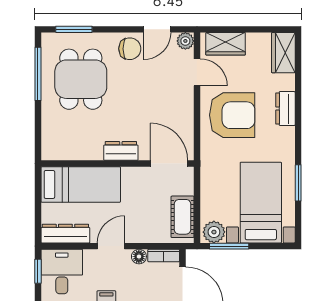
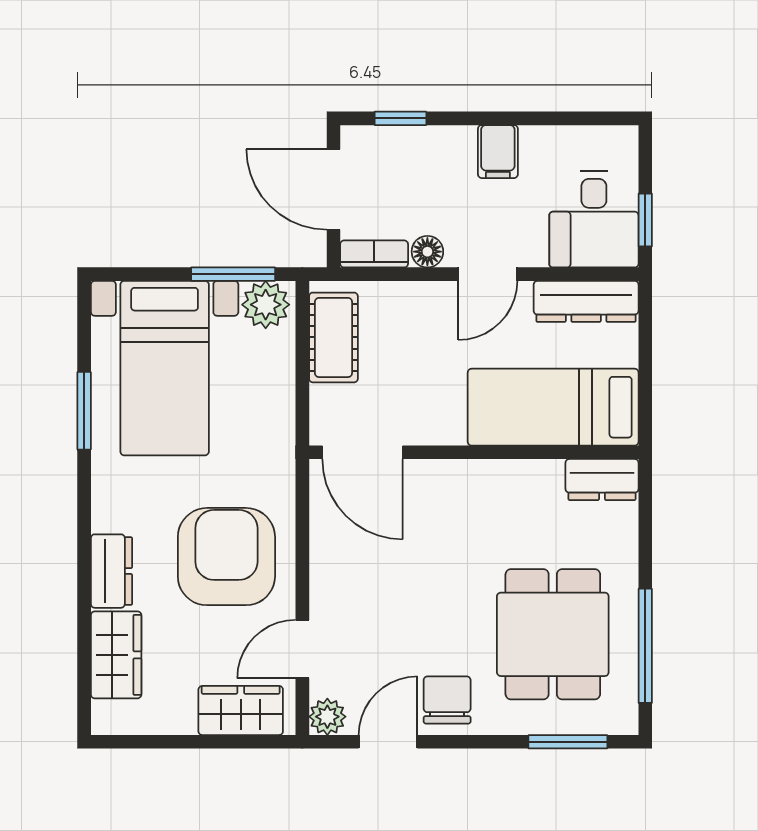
chair: (130, 49) -> (447, 700), turned 90
wardrobe: (283, 53) -> (116, 655), moved
door: (197, 72) -> (302, 649), hinge flipped
armchair: (232, 115) -> (226, 557), turned 90
dresser: (121, 151) -> (602, 480), moved

